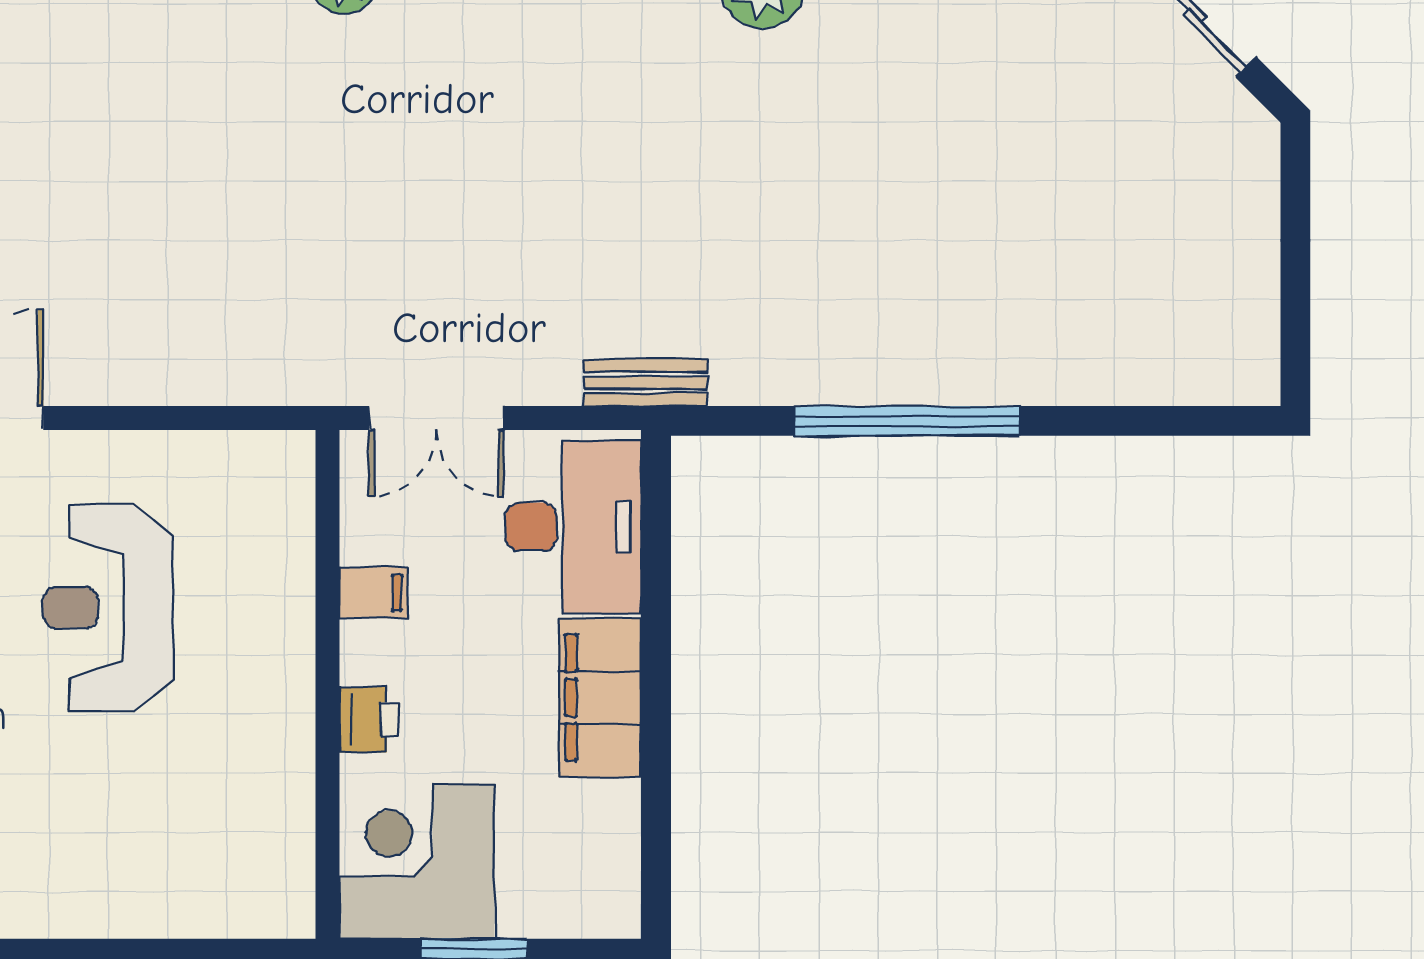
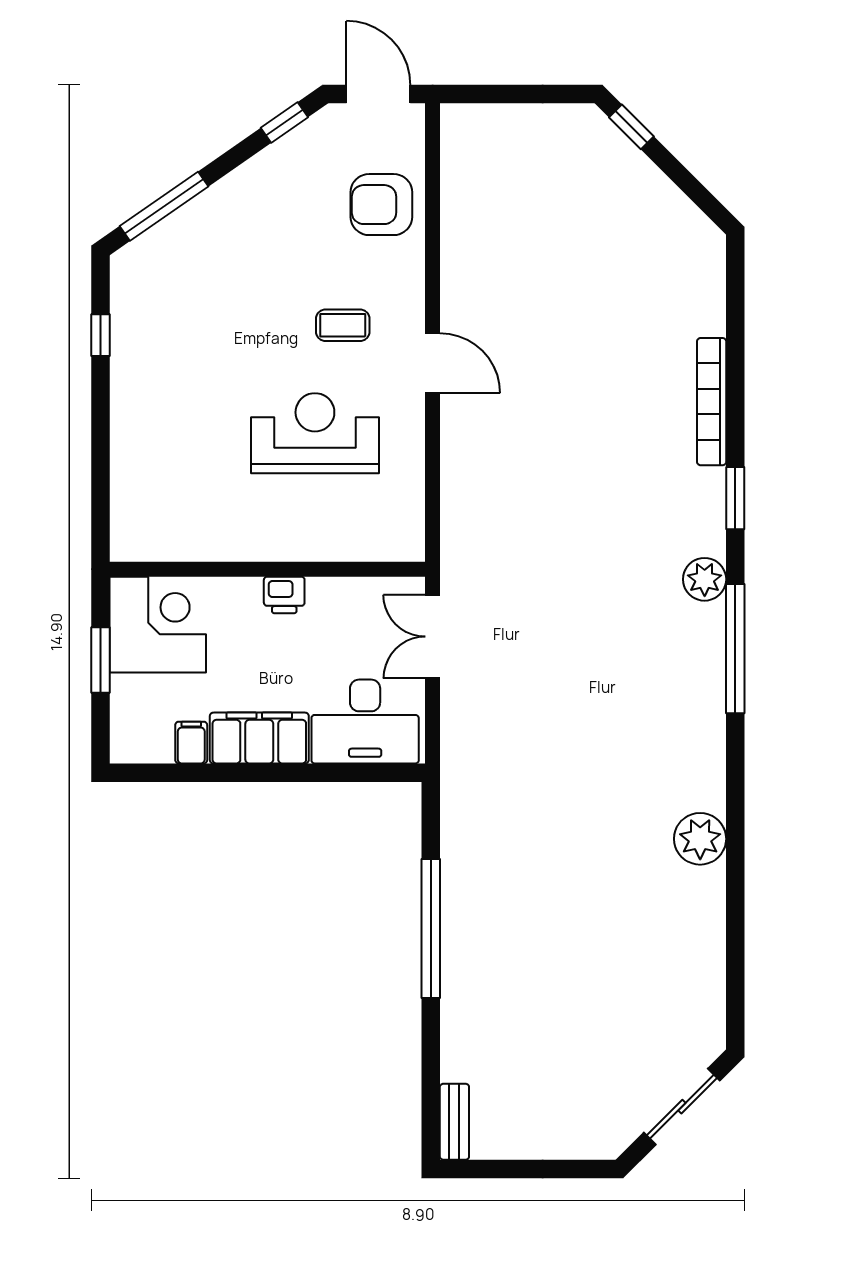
bench: (646, 383) -> (454, 1122), moved
filing cabinet: (373, 593) -> (191, 743), moved, turned 180
printer: (369, 720) -> (284, 595), moved

